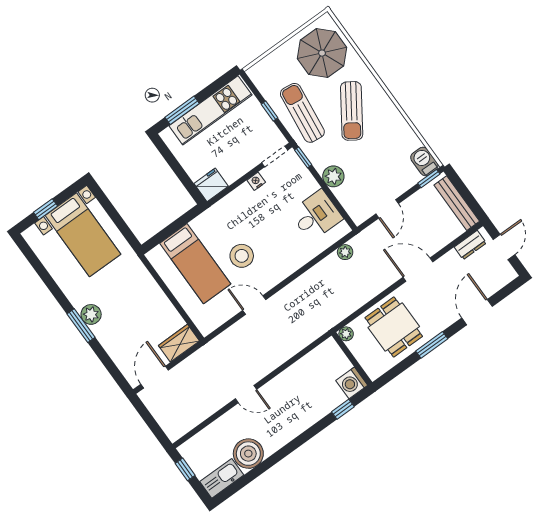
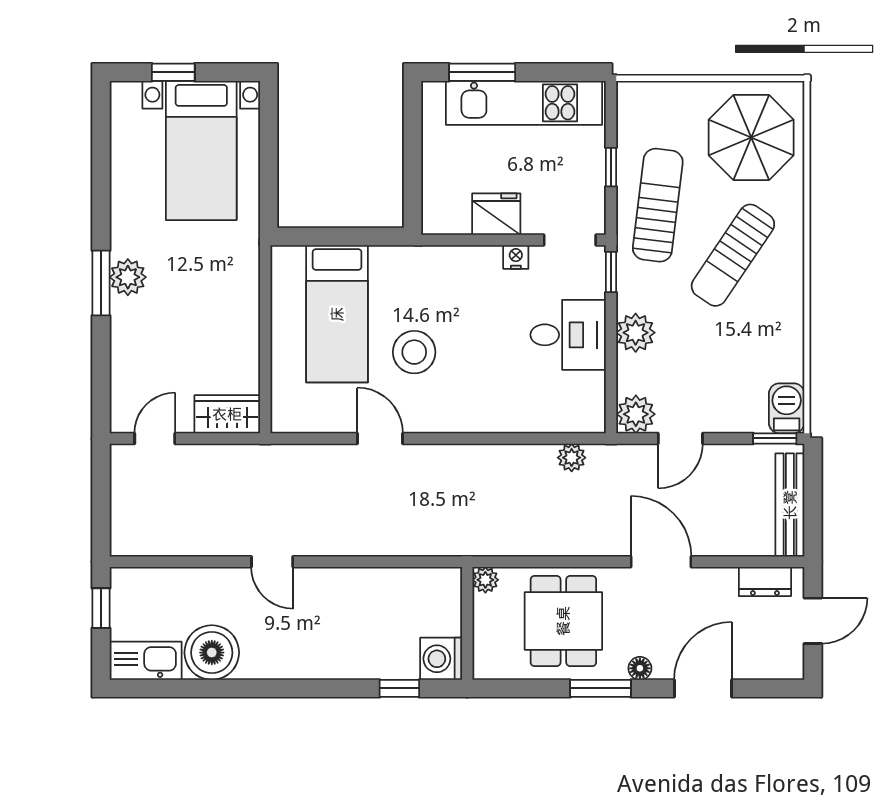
fridge: (211, 185) -> (496, 214), moved
plant: (360, 212) -> (636, 414), added
desk: (316, 215) -> (568, 335), moved
floor lamp: (443, 323) -> (640, 668), added
door: (155, 377) -> (155, 438), width x0.73

